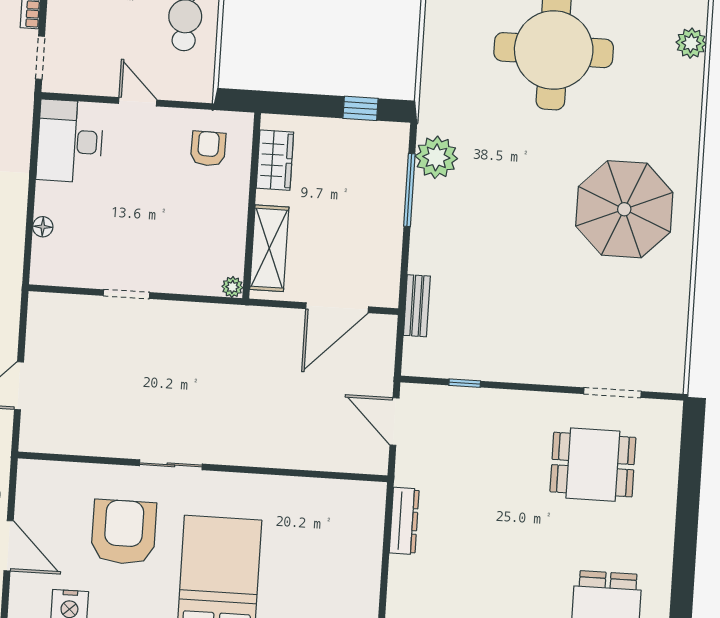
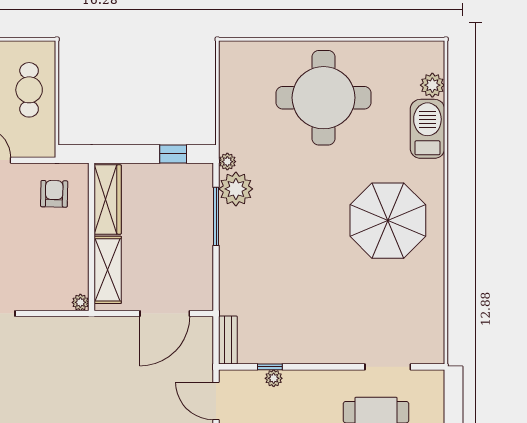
barbecue: (681, 97) -> (427, 129), added
plant: (428, 122) -> (227, 162), added
wardrobe: (275, 160) -> (108, 199), width x1.50
bench: (417, 306) -> (228, 340), moved
plant: (468, 398) -> (274, 378), added

